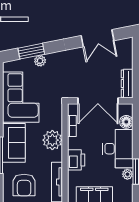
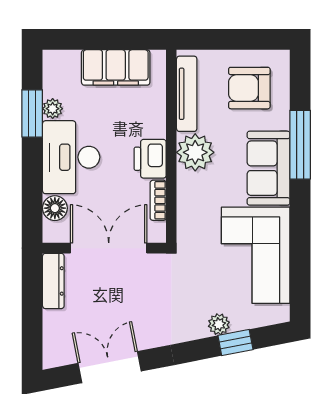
window: (31, 51) -> (235, 343), width x0.67
plant: (52, 140) -> (195, 152), moved
printer: (76, 160) -> (150, 159), moved
armchair: (24, 185) -> (249, 88), turned -90

